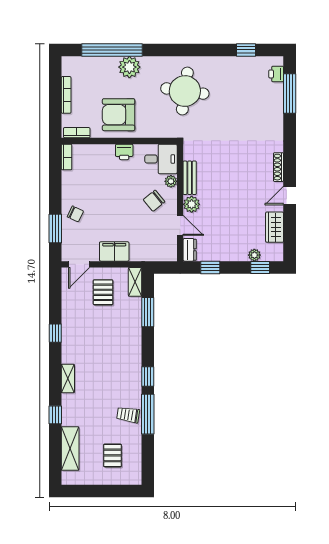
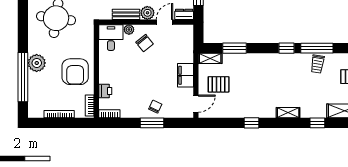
printer: (124, 152) -> (105, 91), moved
window: (55, 228) -> (152, 123), moved
door: (79, 264) -> (196, 104), hinge flipped

